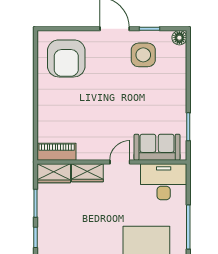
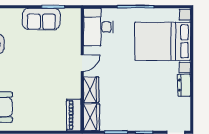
sofa: (157, 147) -> (41, 19), moved, turned -90
door: (120, 162) -> (82, 63), swing flipped

